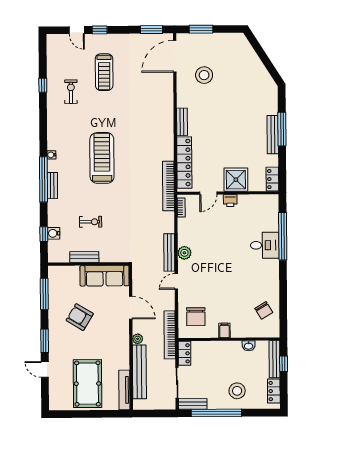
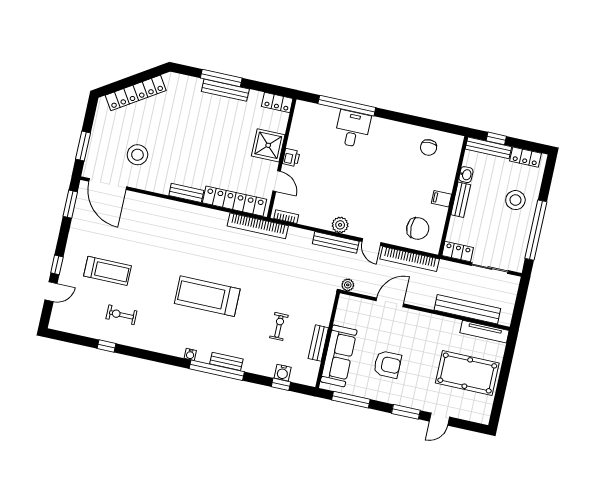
locker: (254, 62) -> (136, 93), added
sofa: (105, 276) -> (339, 356), moved
chair: (264, 310) -> (429, 147), turned 121
armchair: (80, 317) -> (387, 364), turned -121
bookcase: (170, 335) -> (410, 259), moved
plant: (138, 339) -> (348, 285), moved
bench: (193, 404) -> (461, 200), moved

